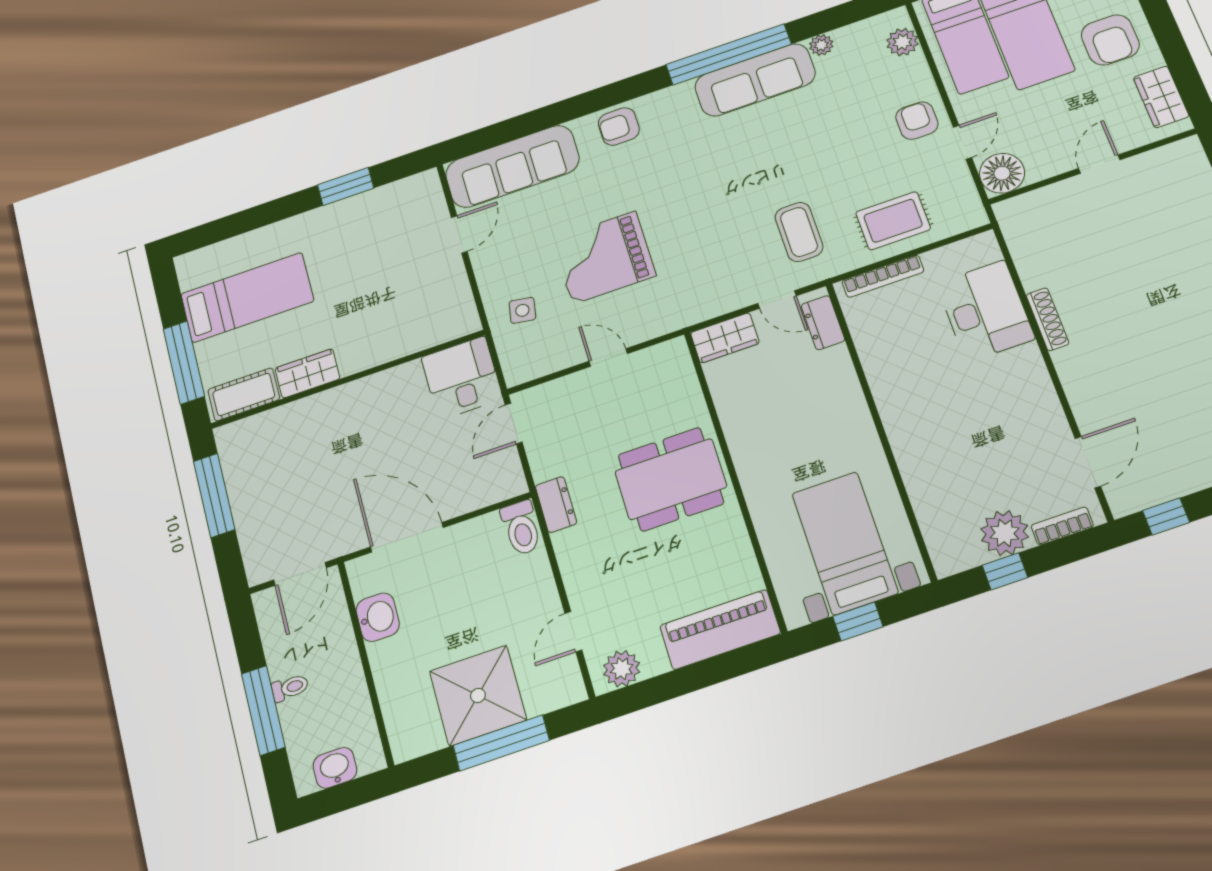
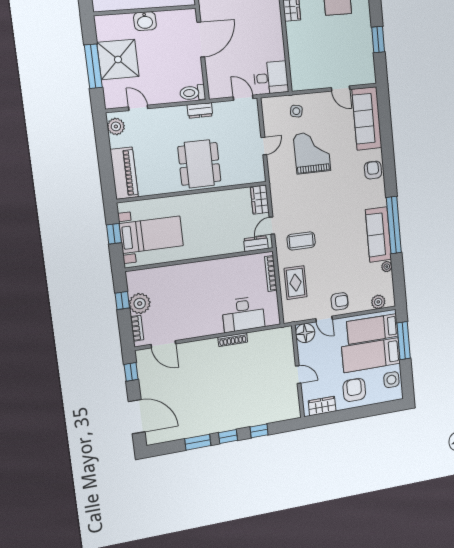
armchair: (1110, 40) -> (354, 390), turned 90
washbasin: (378, 617) -> (145, 21), moved

